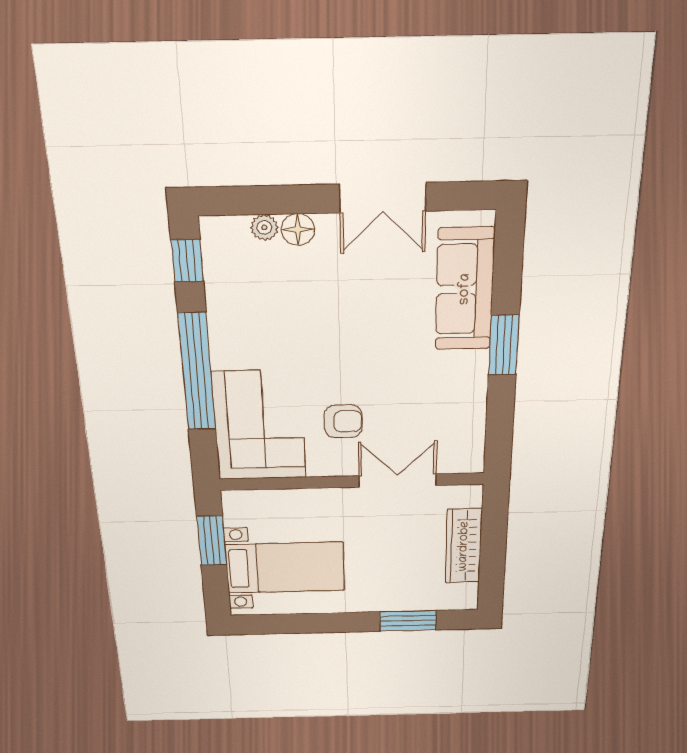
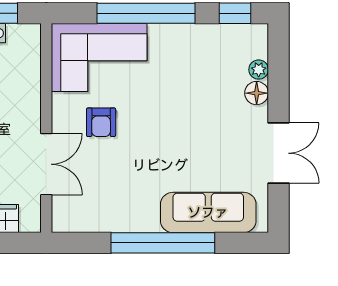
double door: (383, 198) -> (279, 153), swing flipped
window: (504, 345) -> (163, 243), width x2.11

